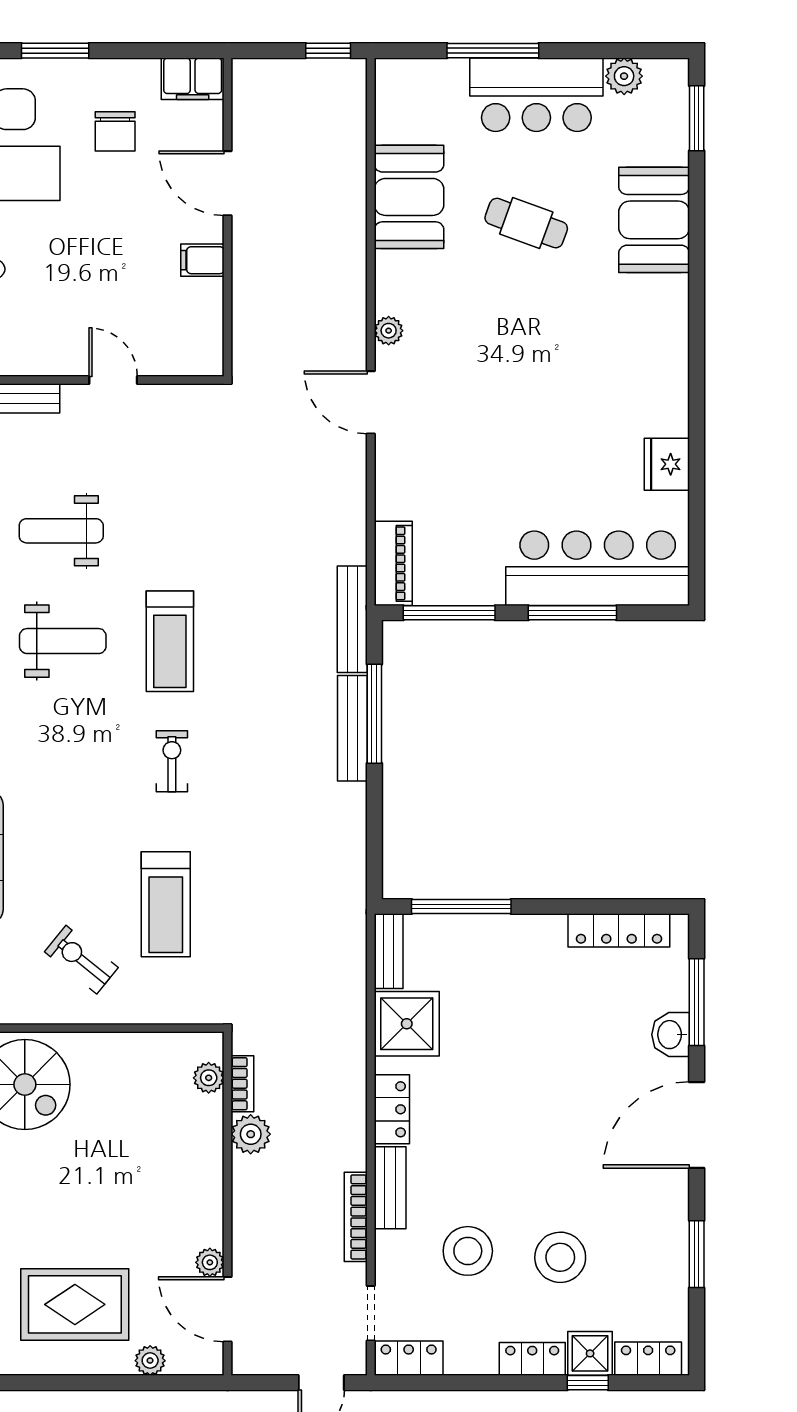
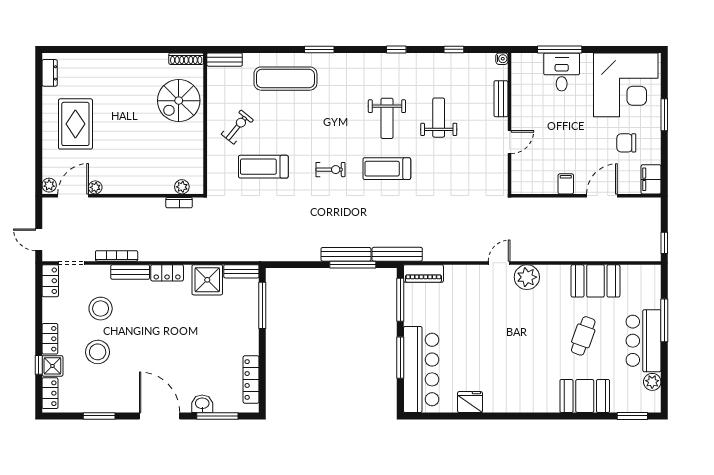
plant: (389, 331) -> (527, 277), width x1.88, depth x1.88
door: (371, 402) -> (499, 263), width x0.73
plant: (251, 1134) -> (155, 207), removed
plant: (150, 1361) -> (49, 185), moved

